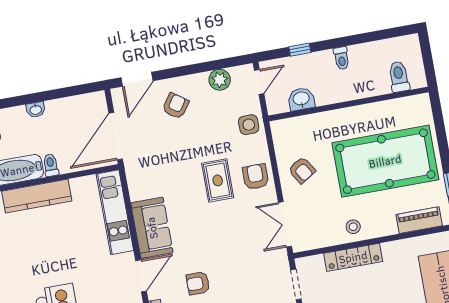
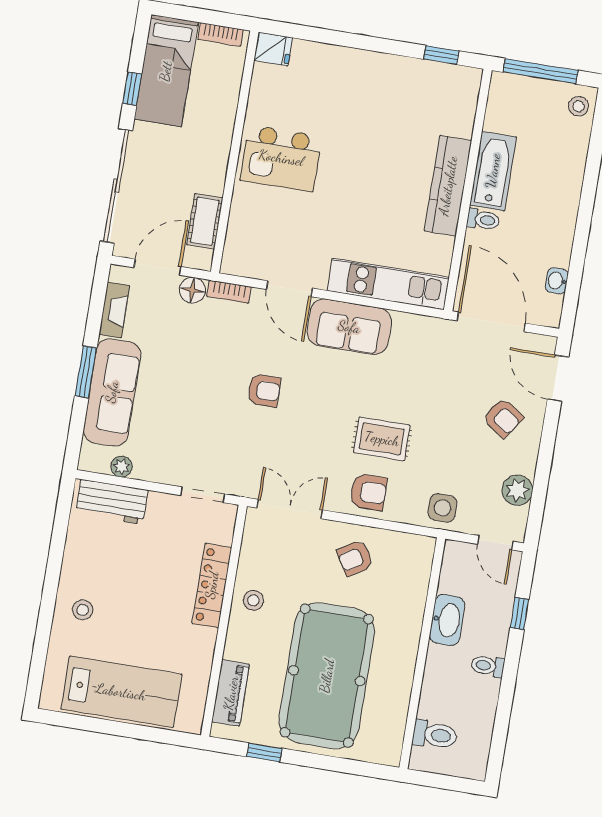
washbasin: (301, 99) -> (447, 620), moved, width x1.38
washbasin: (36, 110) -> (557, 281), moved
armchair: (198, 283) -> (264, 390), moved, turned 90

